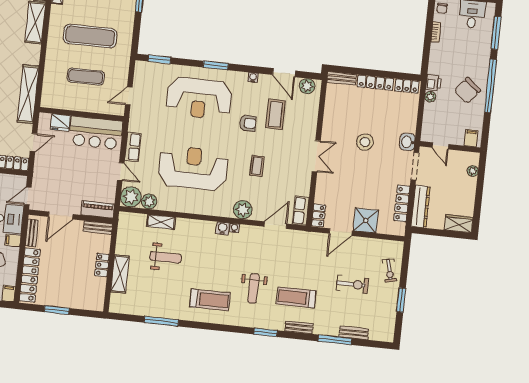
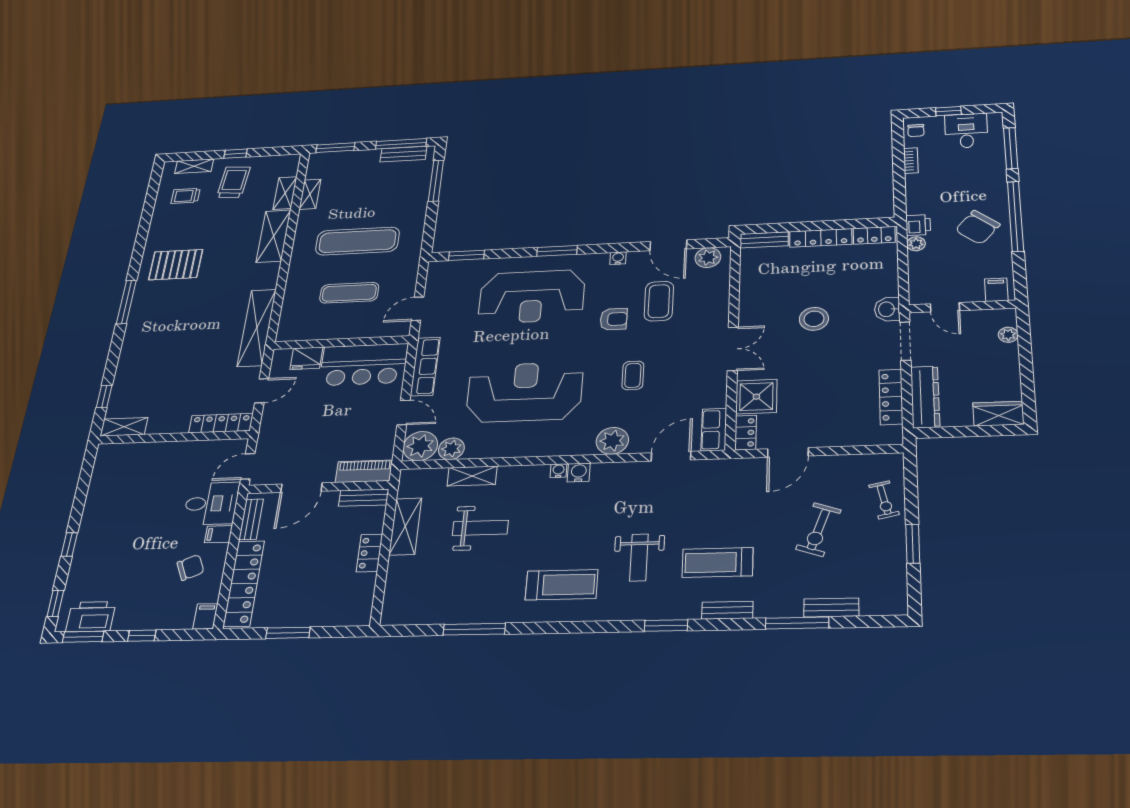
row of seats: (133, 147) -> (425, 366), width x1.48
shower: (366, 221) -> (756, 397), moved
water cooler: (234, 228) -> (558, 471), moved
shelving: (120, 274) -> (405, 526), moved
exercise bike: (352, 284) -> (818, 529), turned 109

